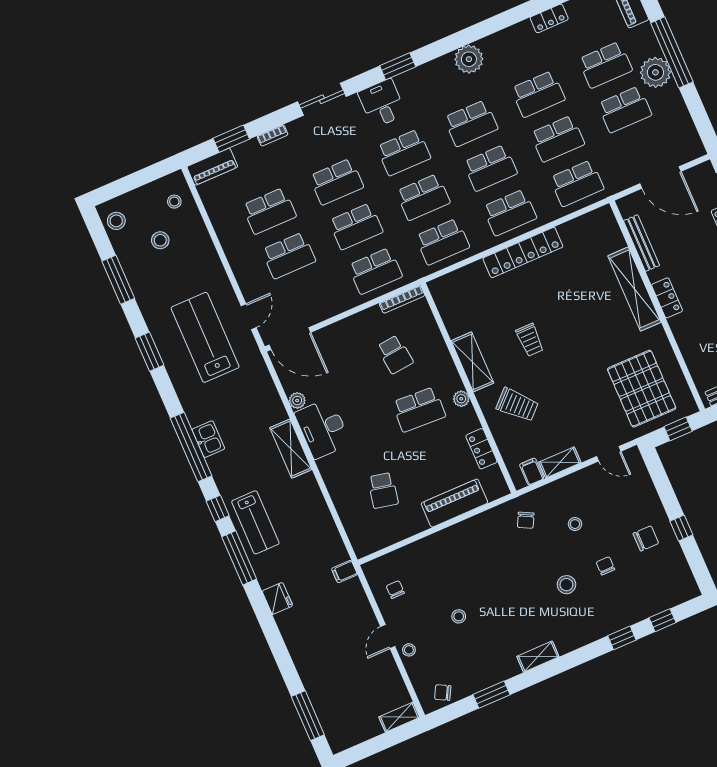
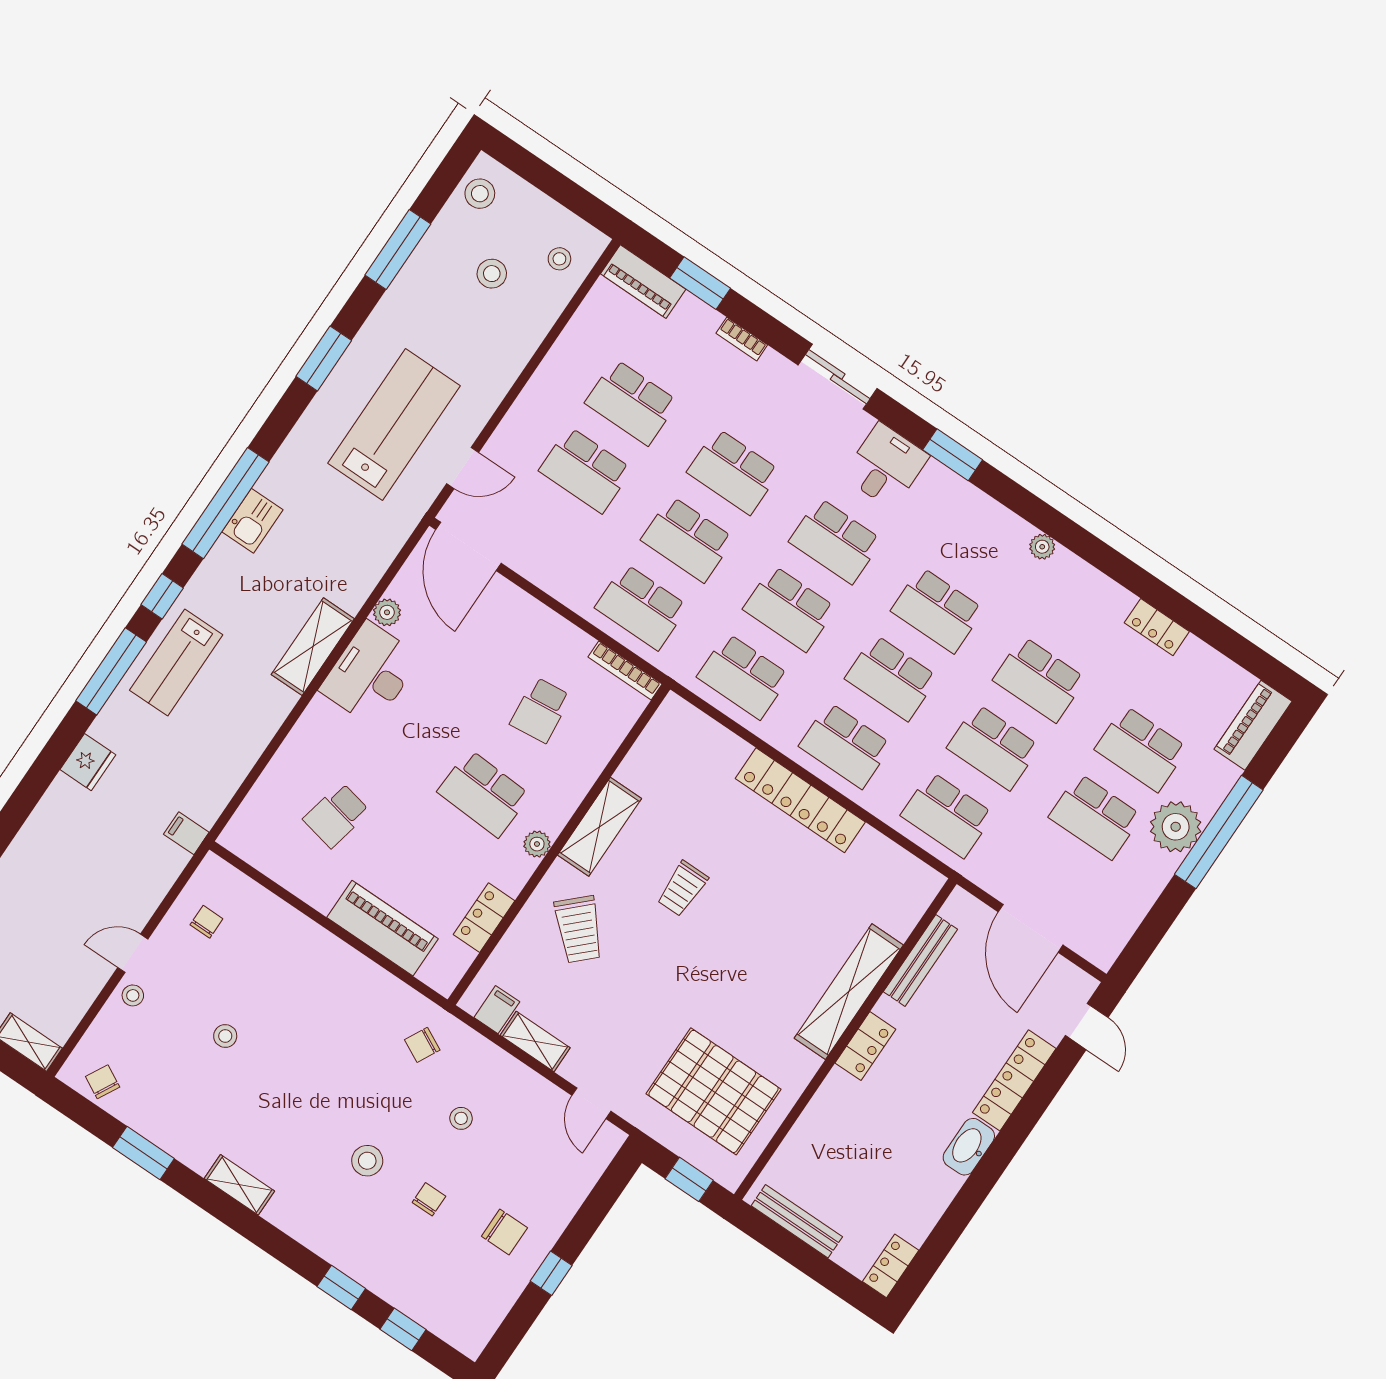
plant: (469, 59) -> (1042, 547), width x0.53, depth x0.53
pallet: (642, 389) -> (714, 1091), turned 90

